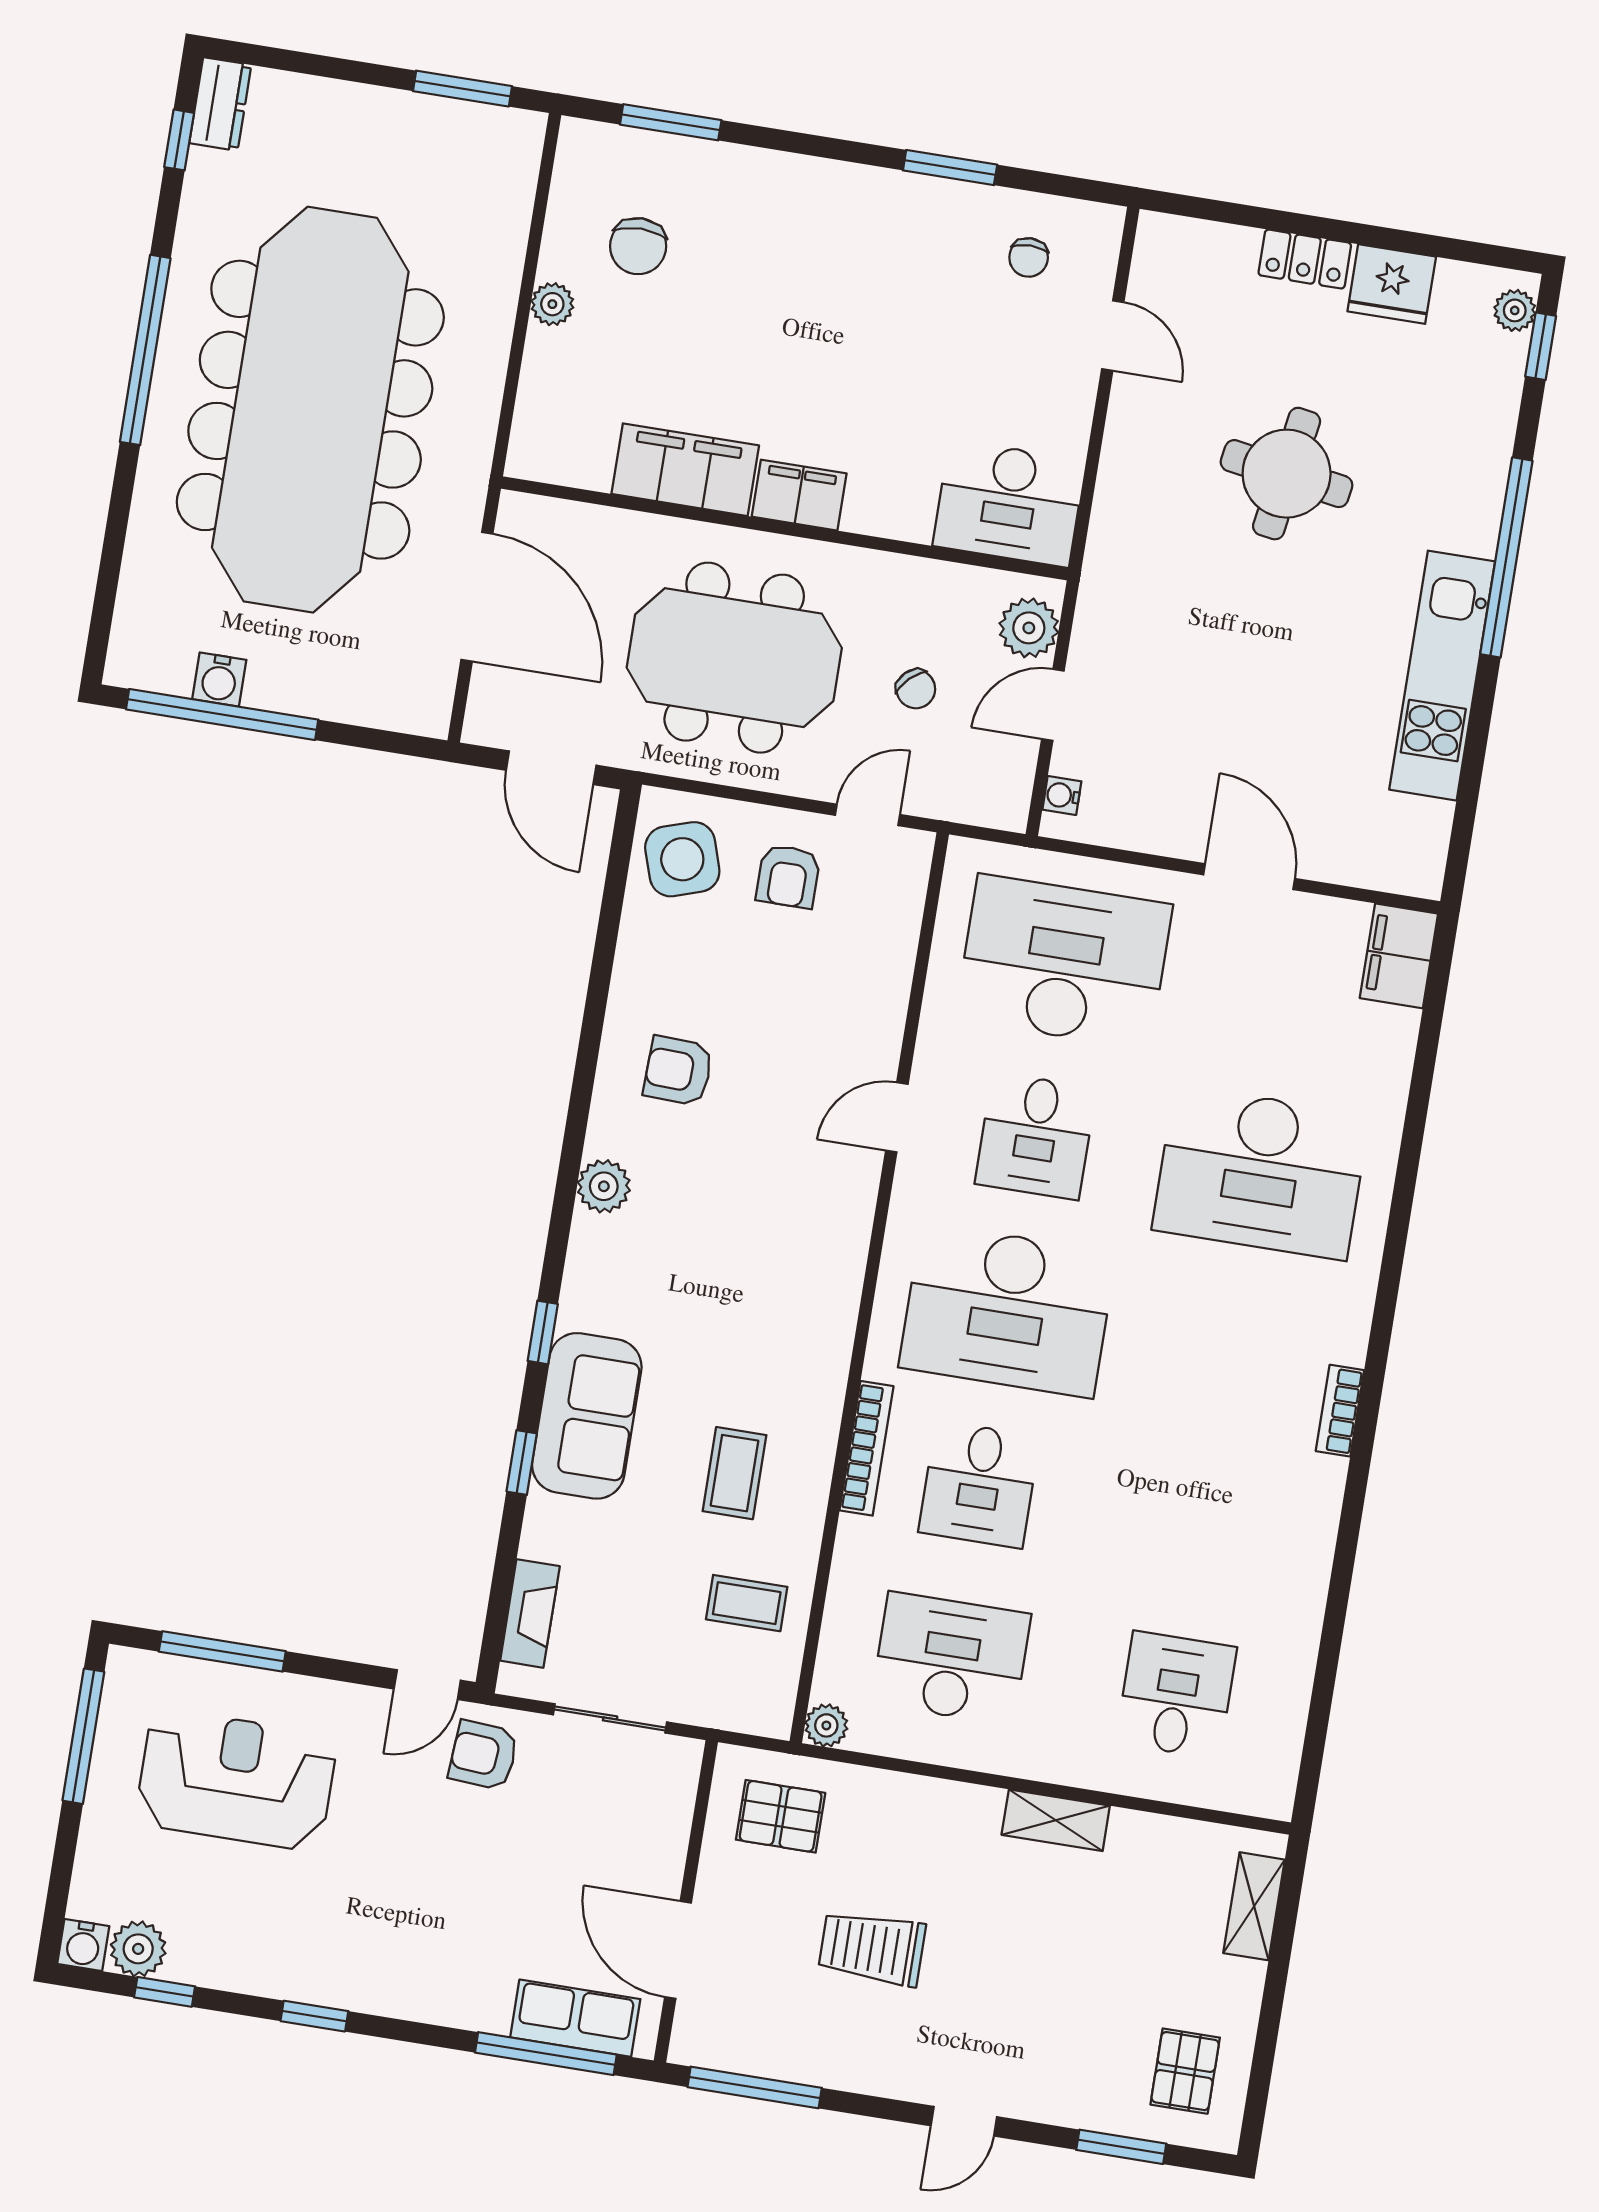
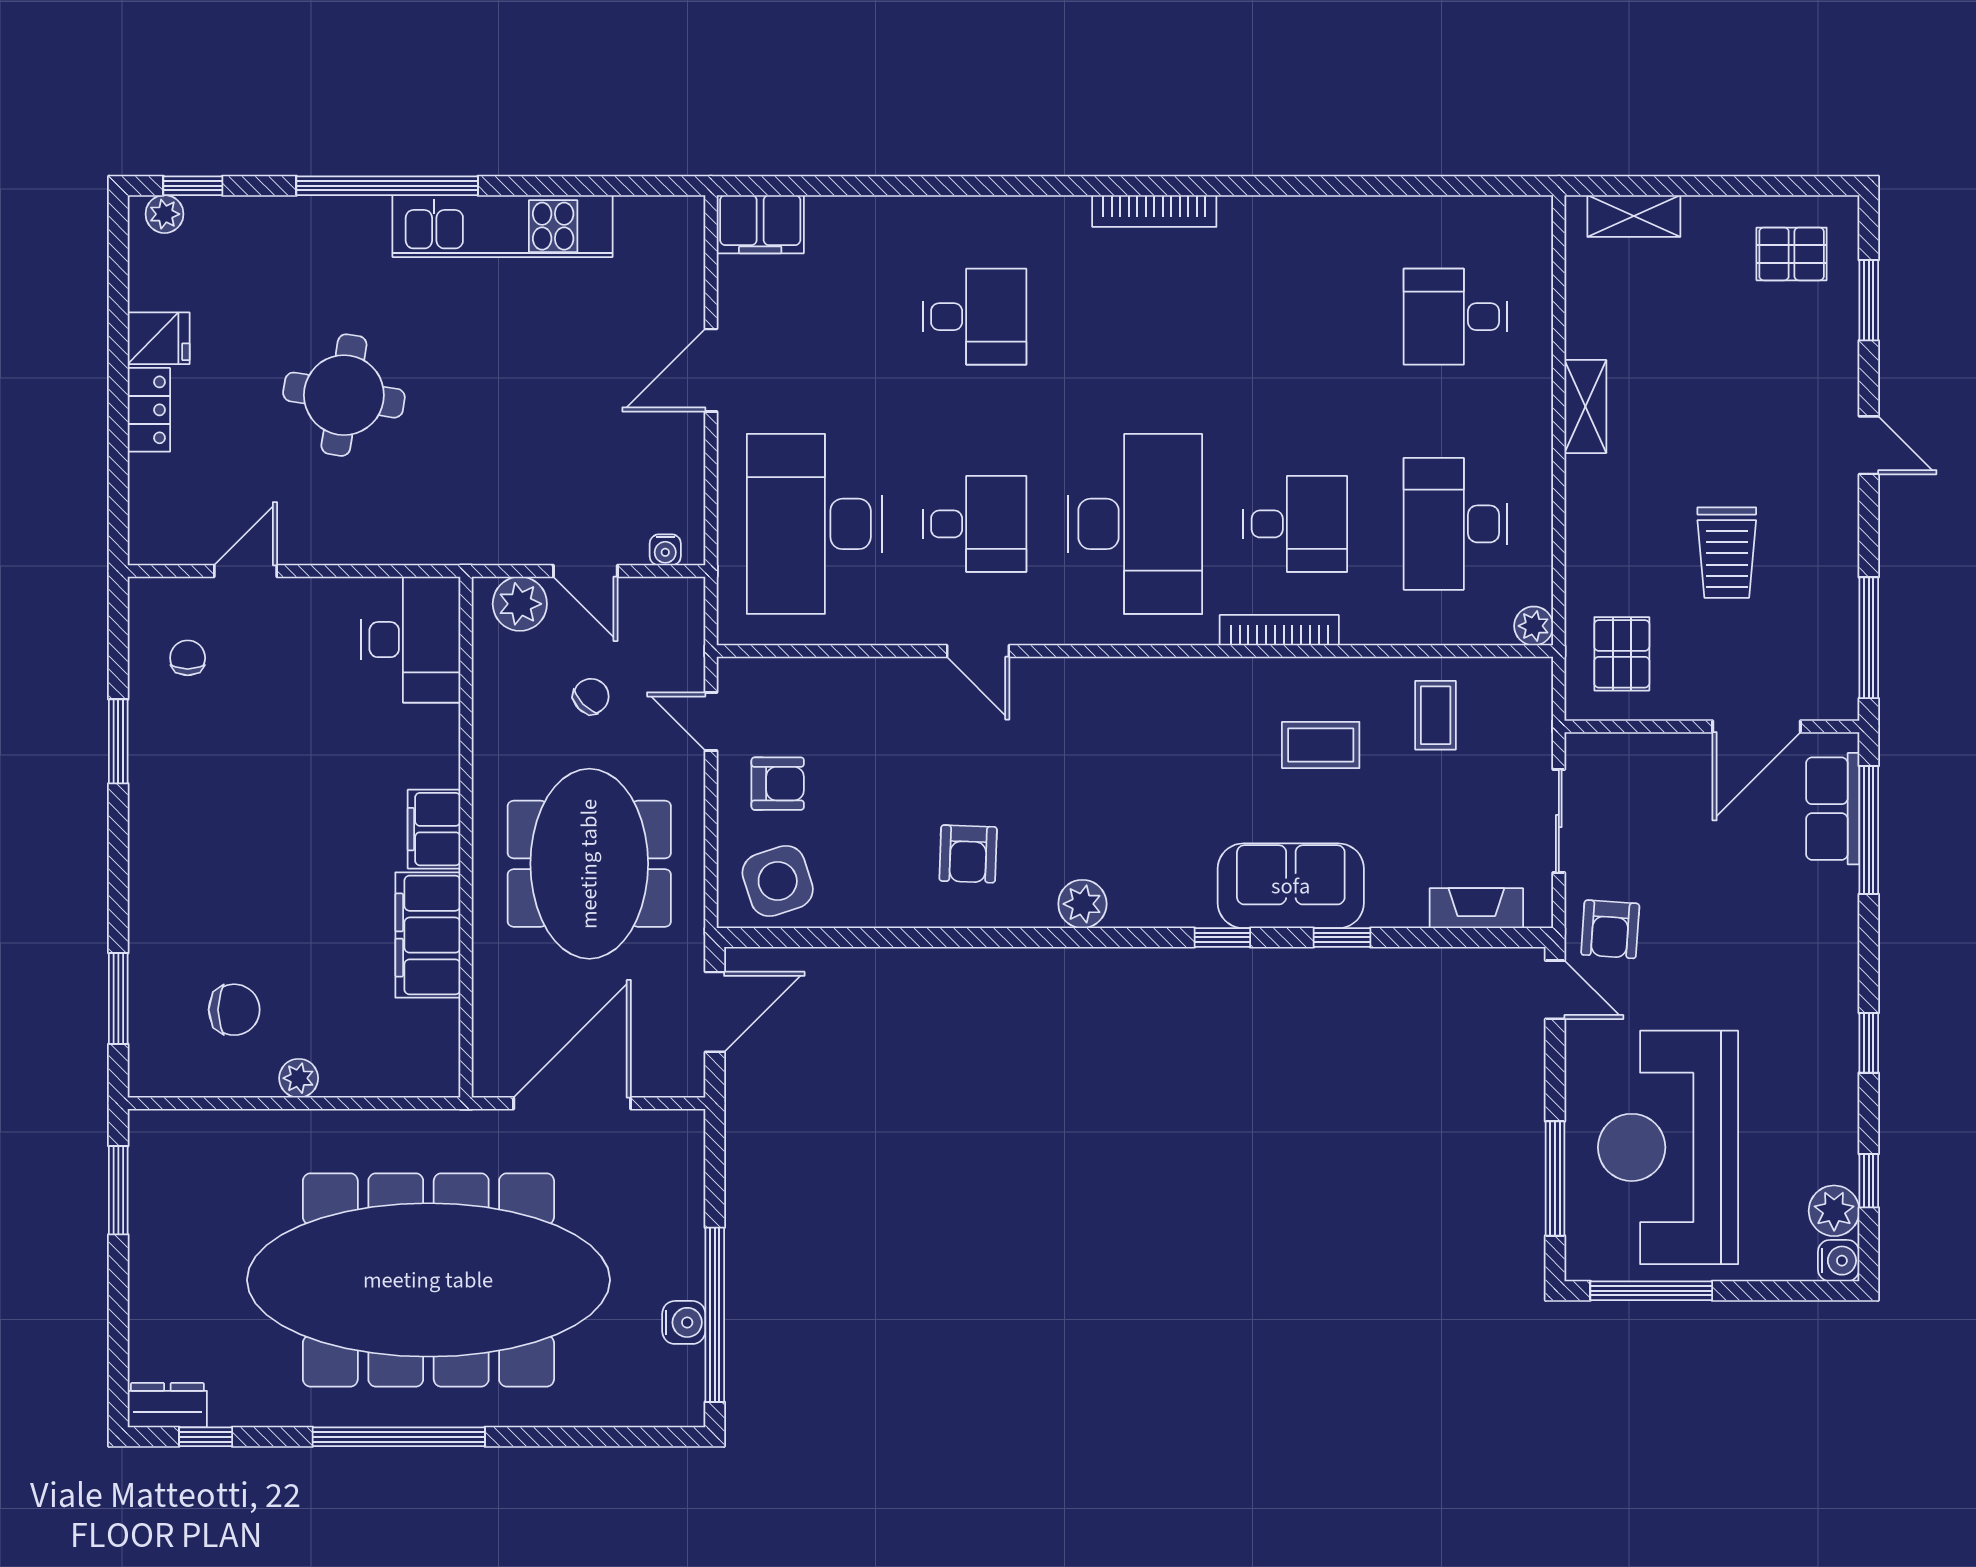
chair: (1029, 257) -> (188, 658), turned -90
fridge: (1392, 284) -> (159, 338), width x0.72
desk: (1261, 1172) -> (975, 317), width x0.53, depth x0.77
bookcase: (1340, 1411) -> (1154, 211), width x1.56
reception desk: (236, 1780) -> (1668, 1147), width x1.36, depth x1.30

